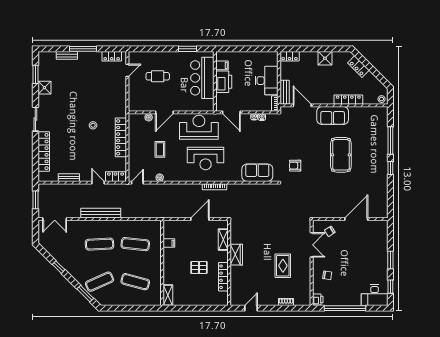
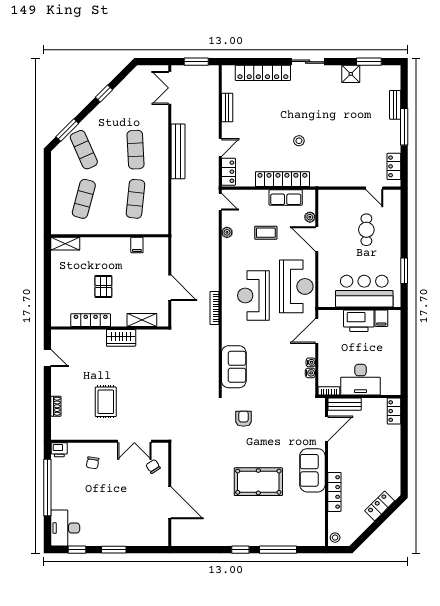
shower: (325, 58) -> (391, 460), removed
row of seats: (134, 135) -> (286, 197), added
rug: (283, 266) -> (106, 402), turned 90

